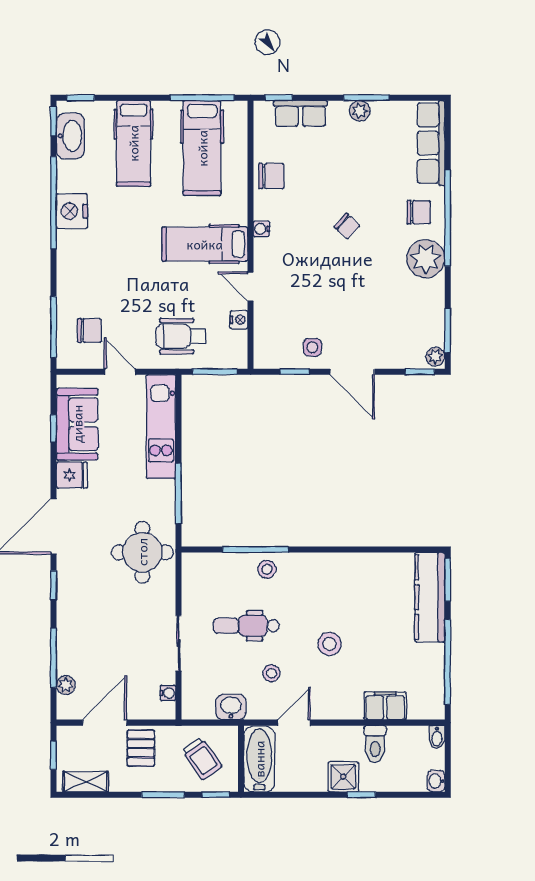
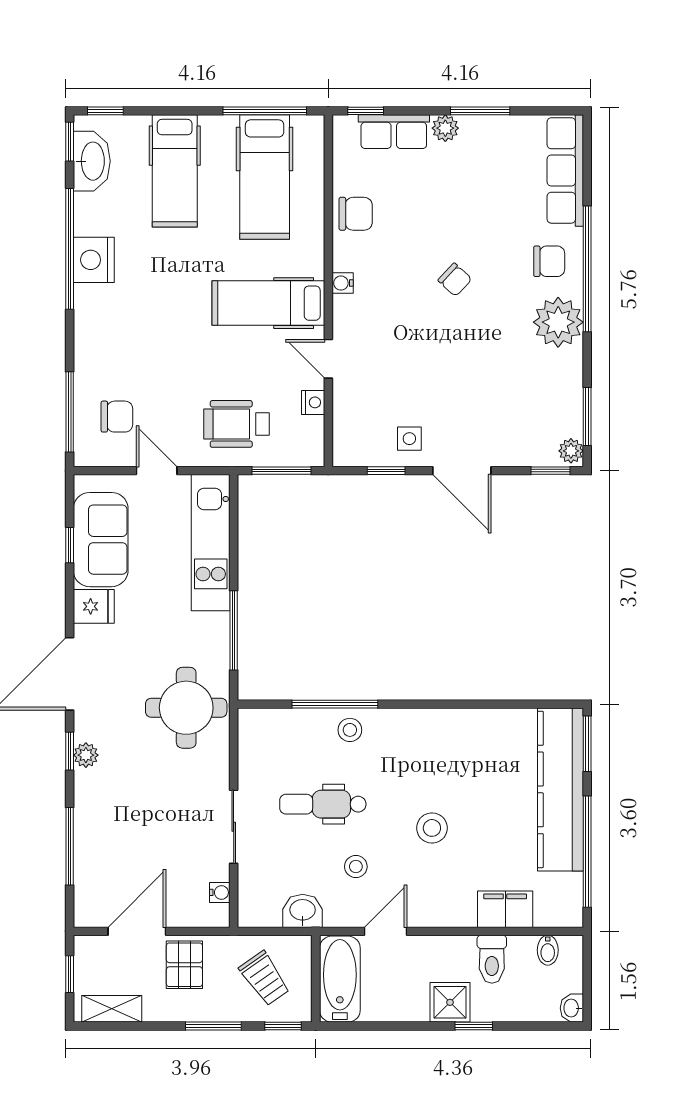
plant: (360, 111) -> (445, 128), moved
kitchen counter: (430, 597) -> (560, 789), width x1.39, depth x1.17
plant: (66, 685) -> (86, 755), moved
bidet: (437, 737) -> (548, 950), moved

